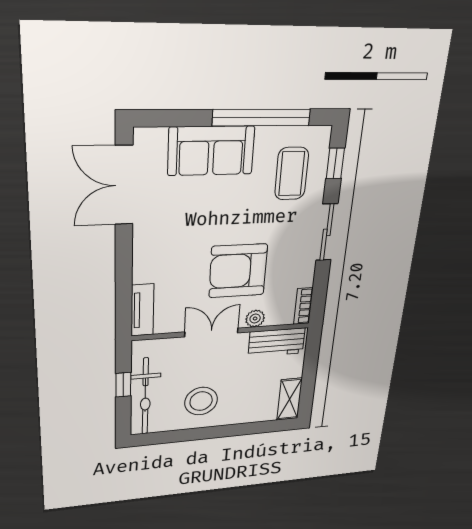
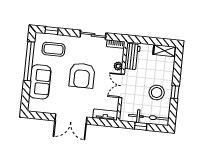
double door: (124, 185) -> (71, 119), moved
sliding door: (327, 232) -> (93, 35), moved
armchair: (238, 271) -> (82, 75), moved
window: (204, 433) -> (175, 92), added

